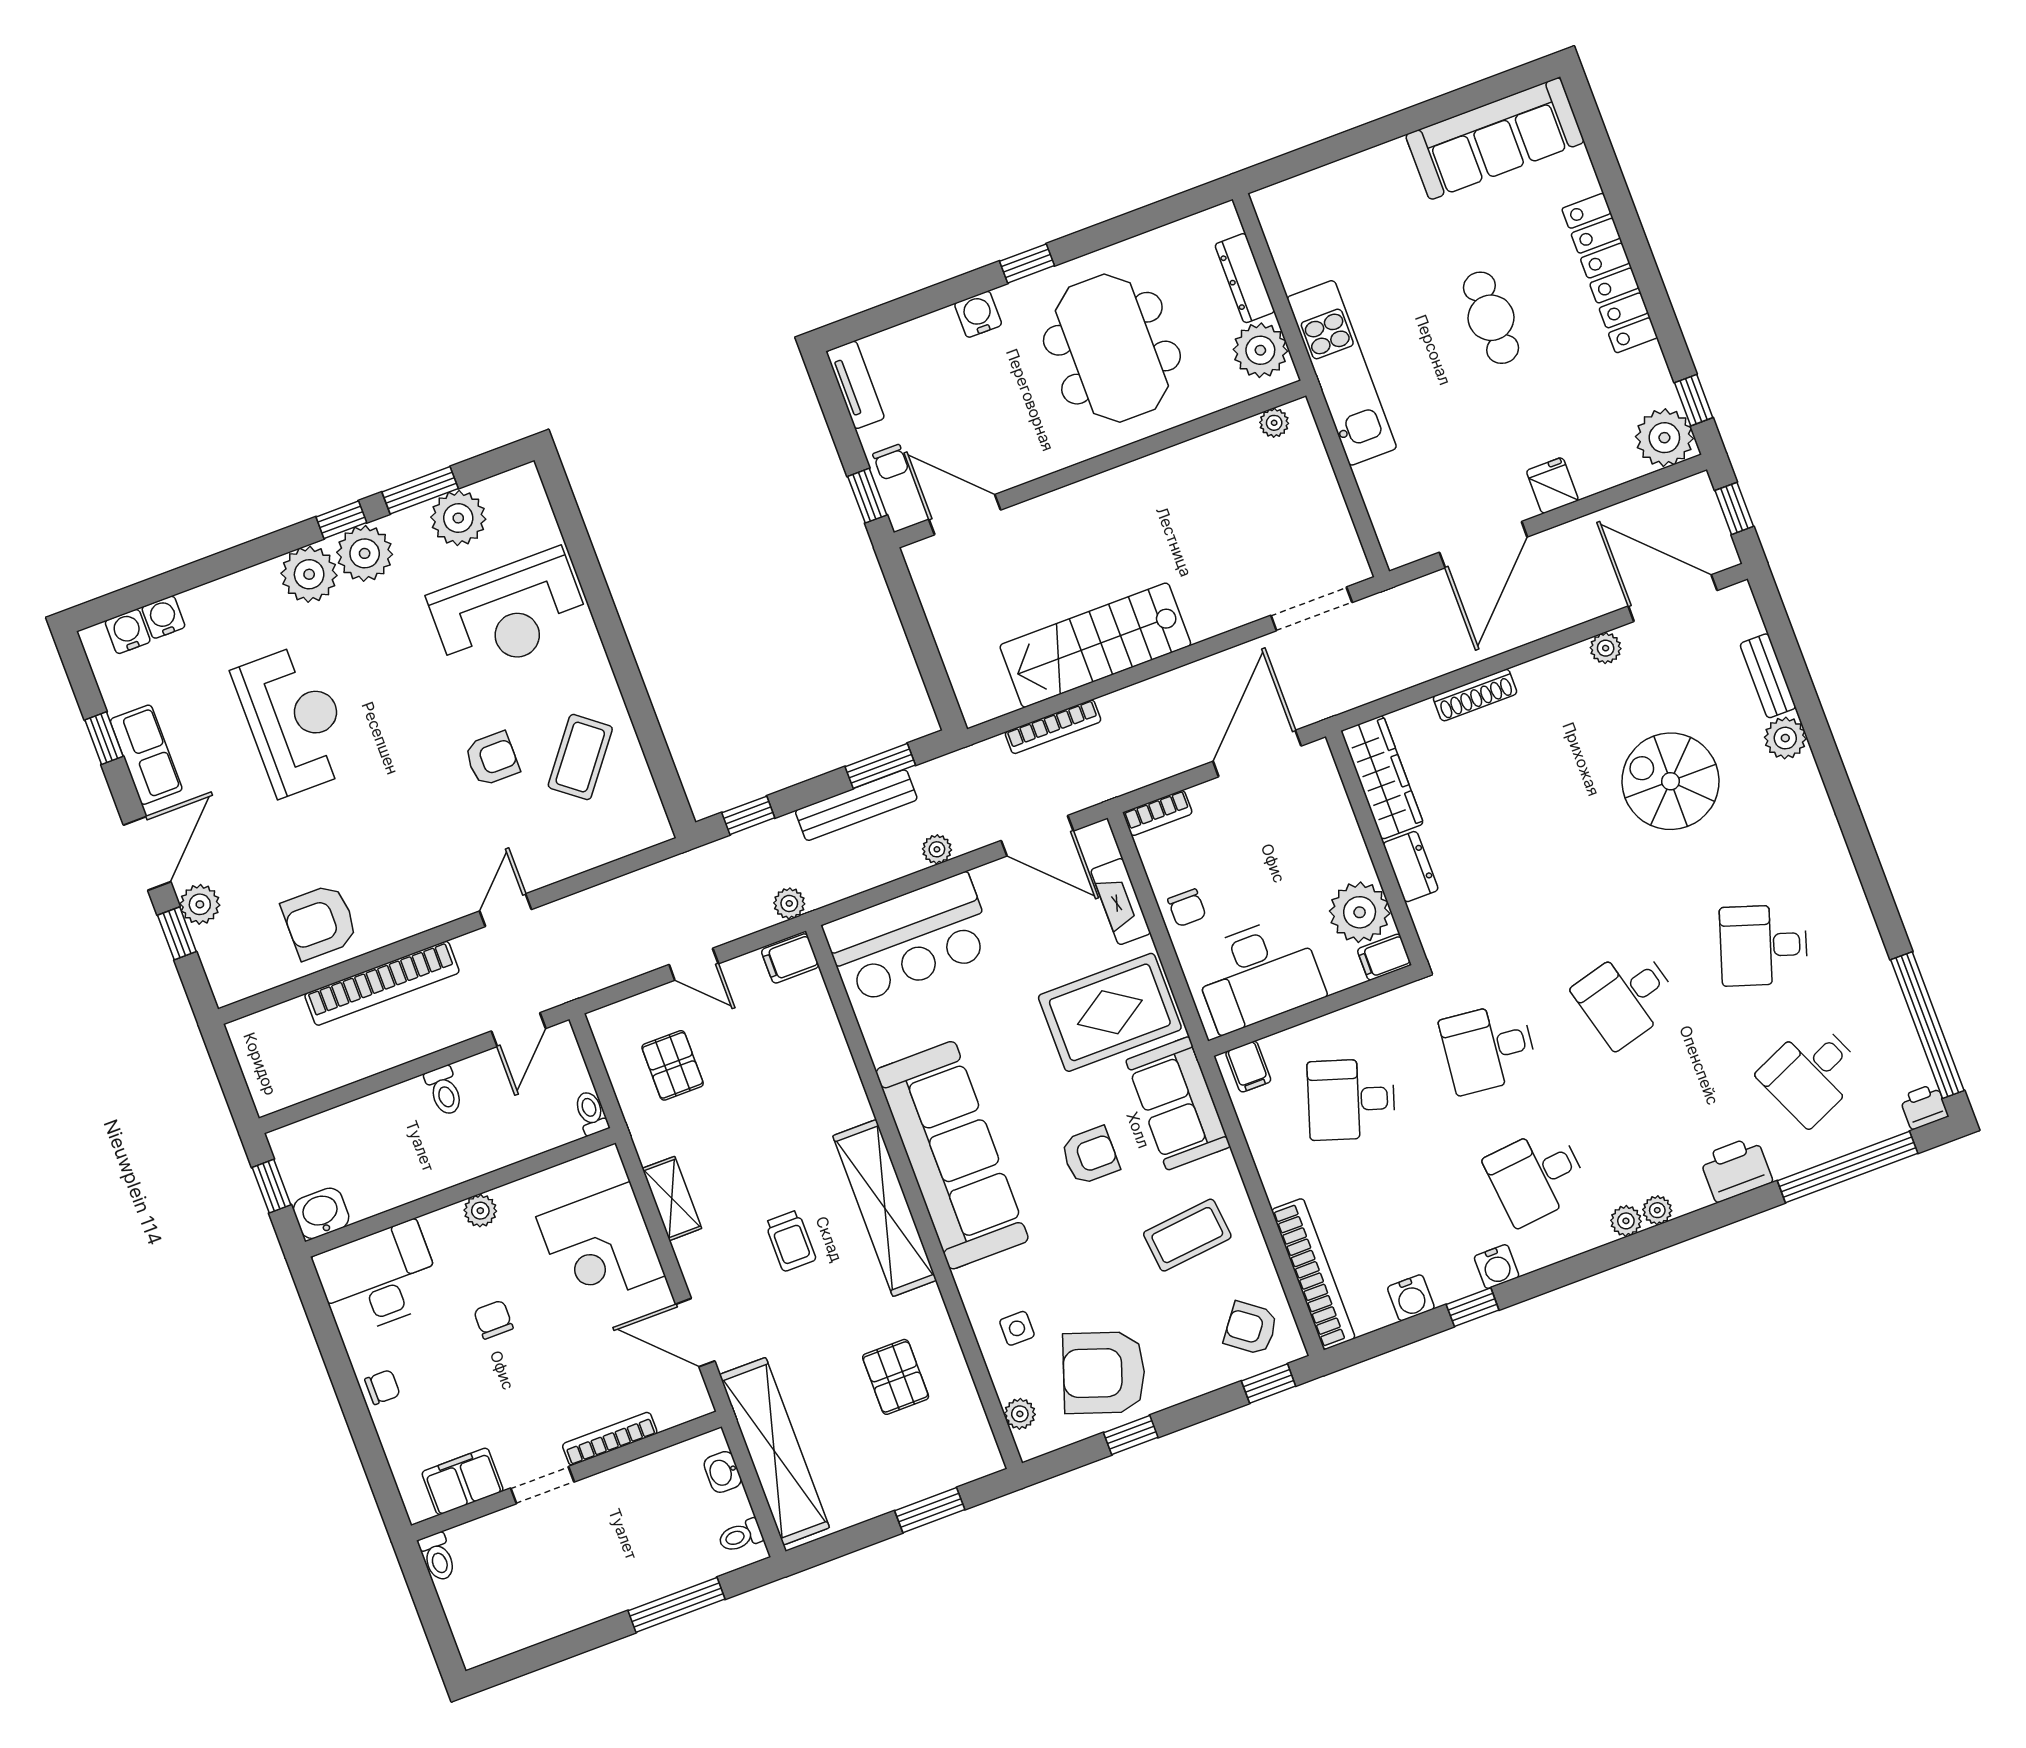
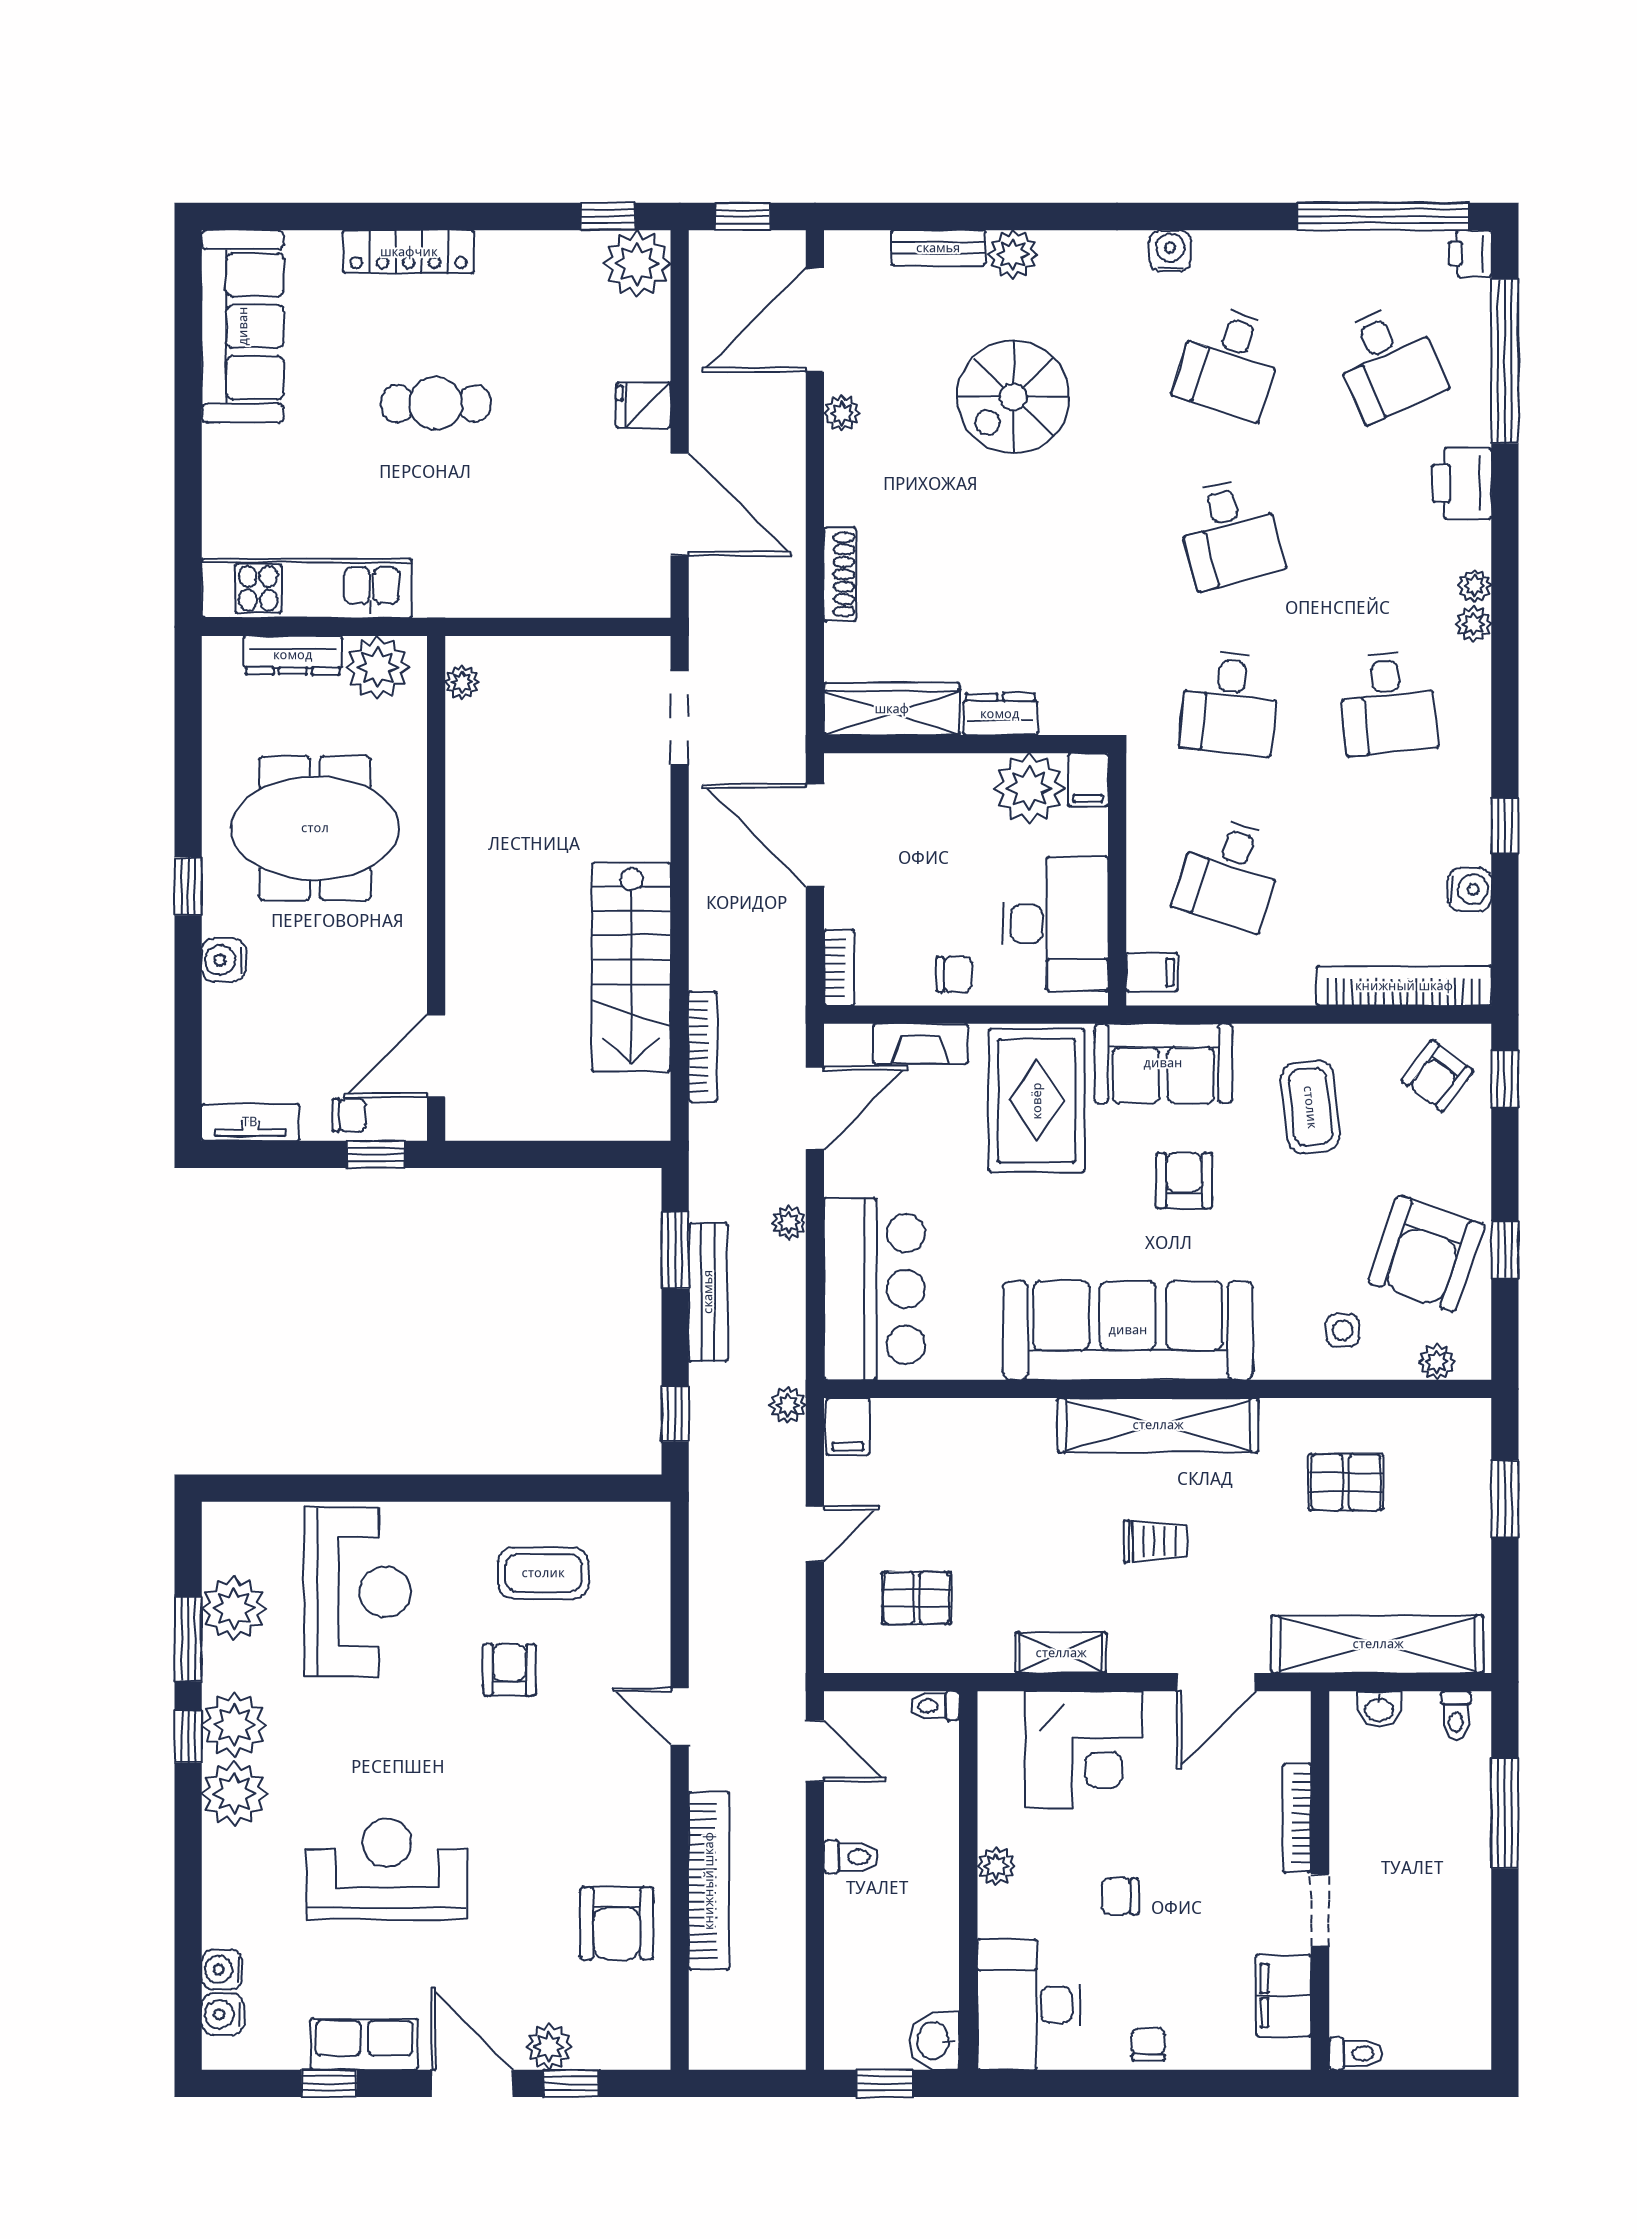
locker: (1610, 273) -> (409, 252), width x0.71, depth x0.83
kitchen unit: (1342, 373) -> (307, 588), moved
coffee table: (580, 757) -> (543, 1573), turned -38
water cooler: (1497, 1267) -> (1170, 251), moved, turned -90

